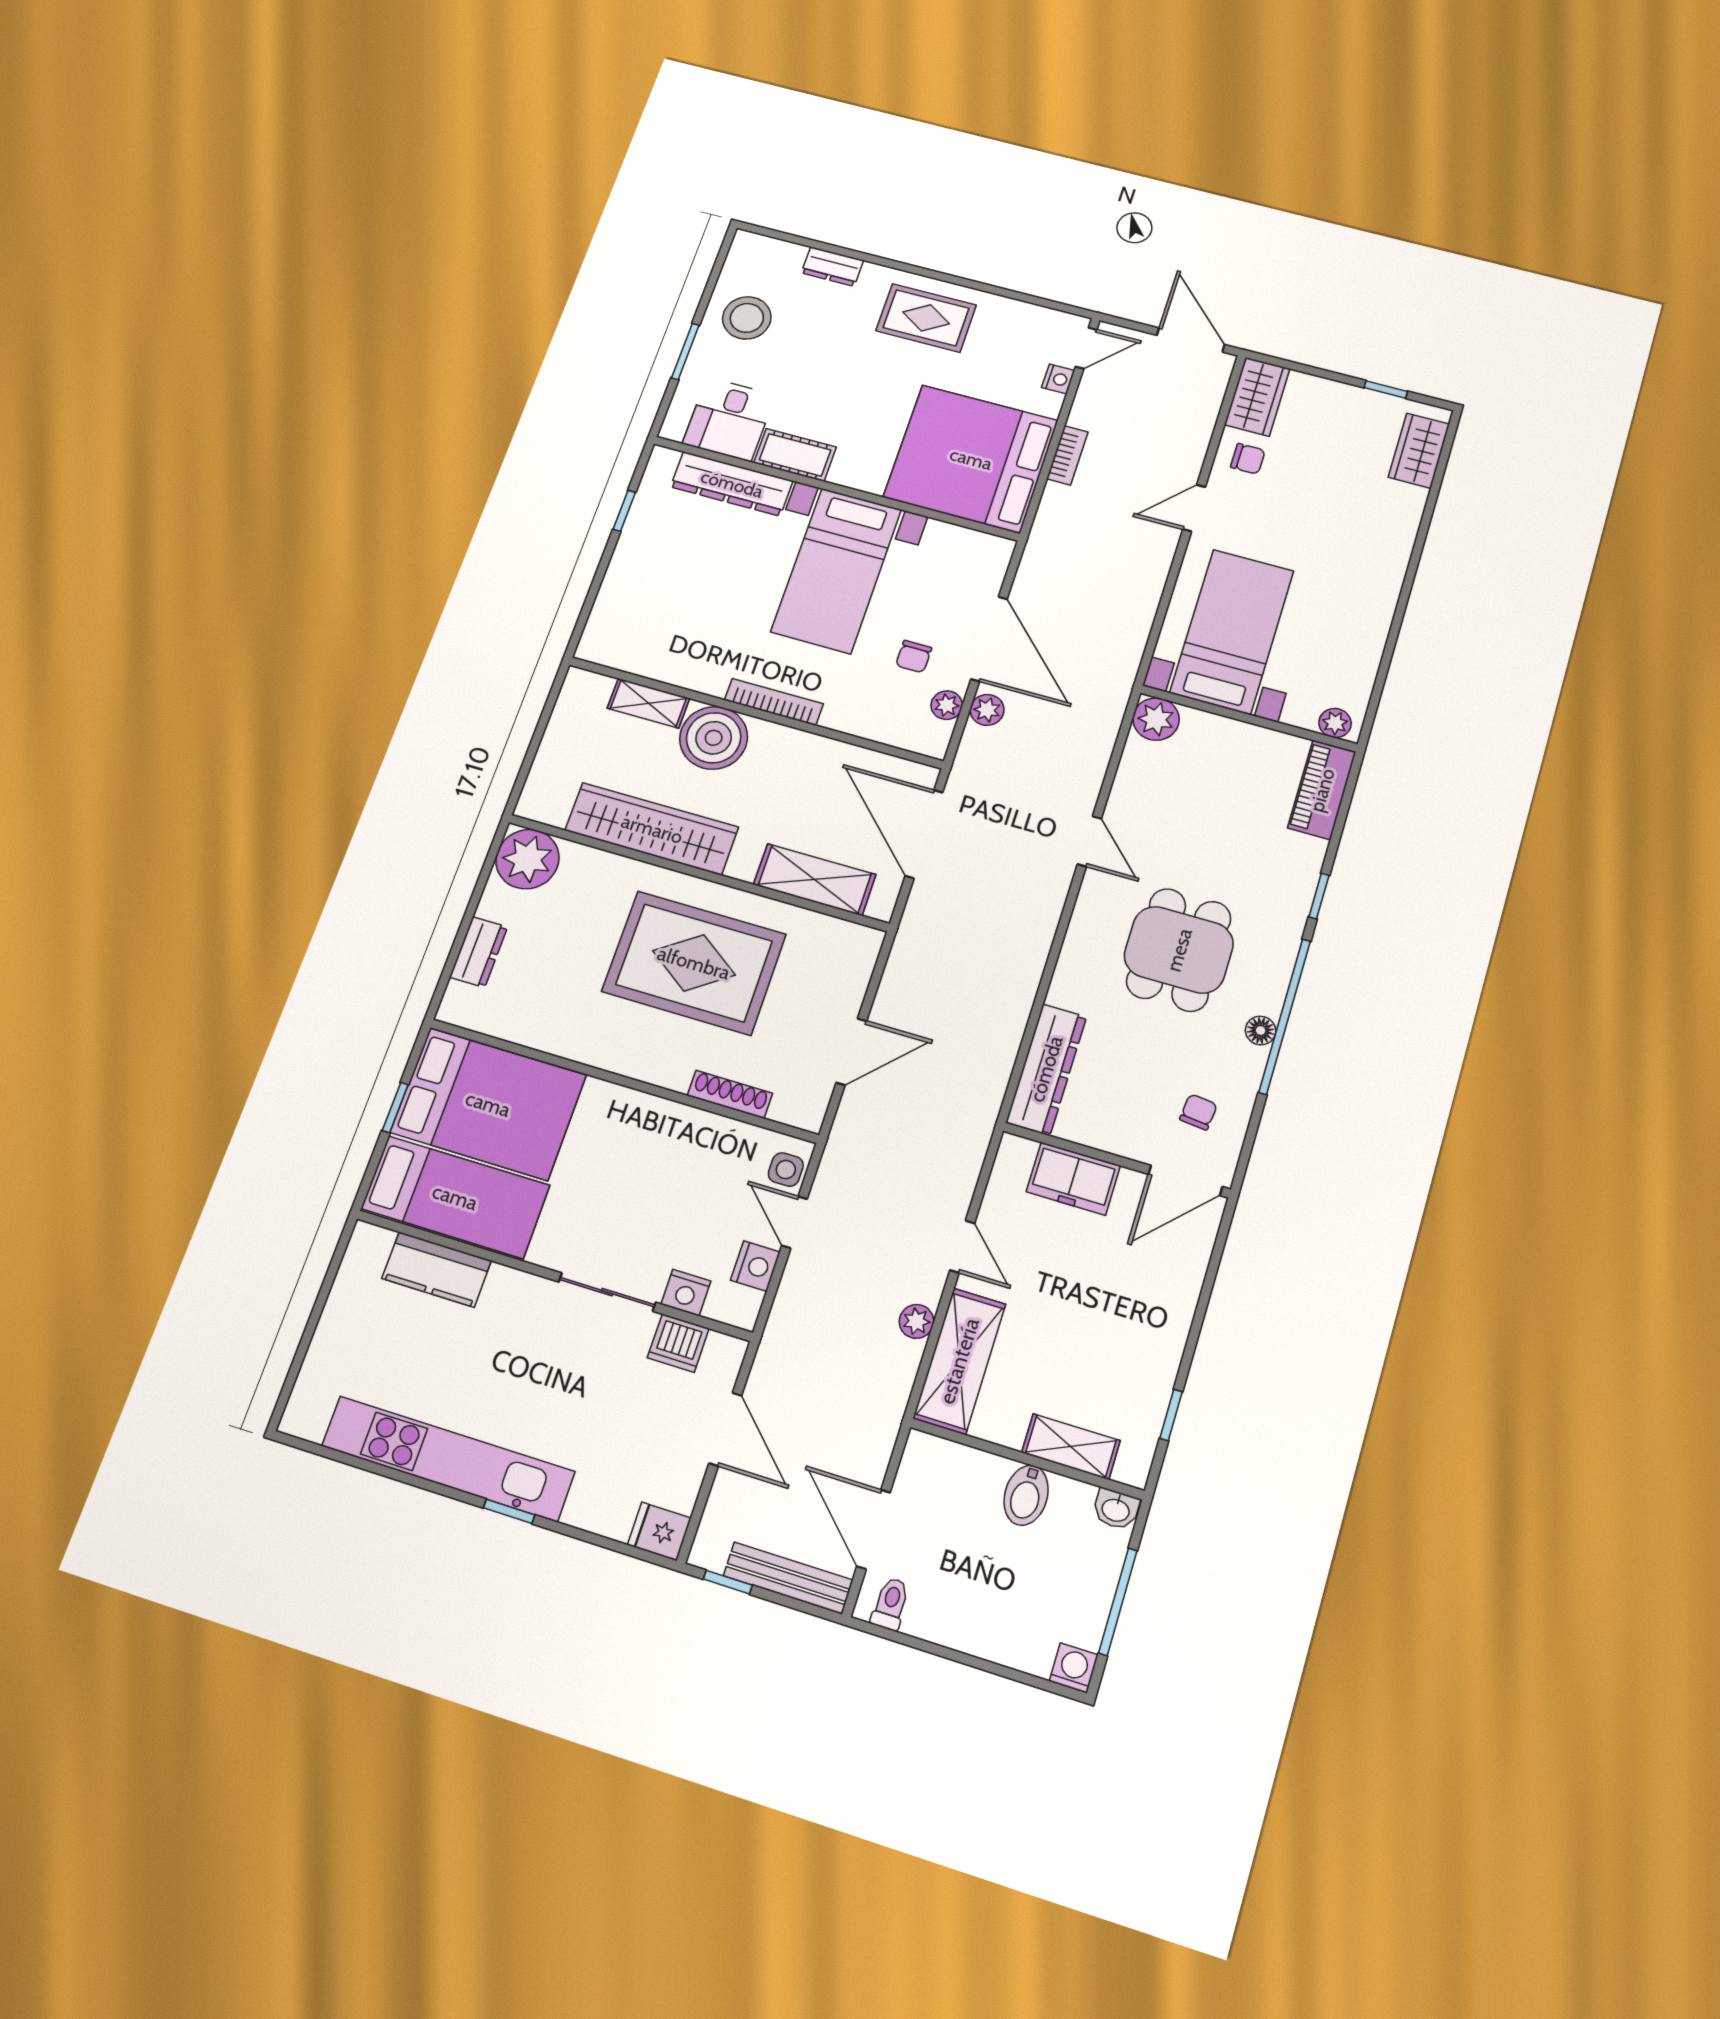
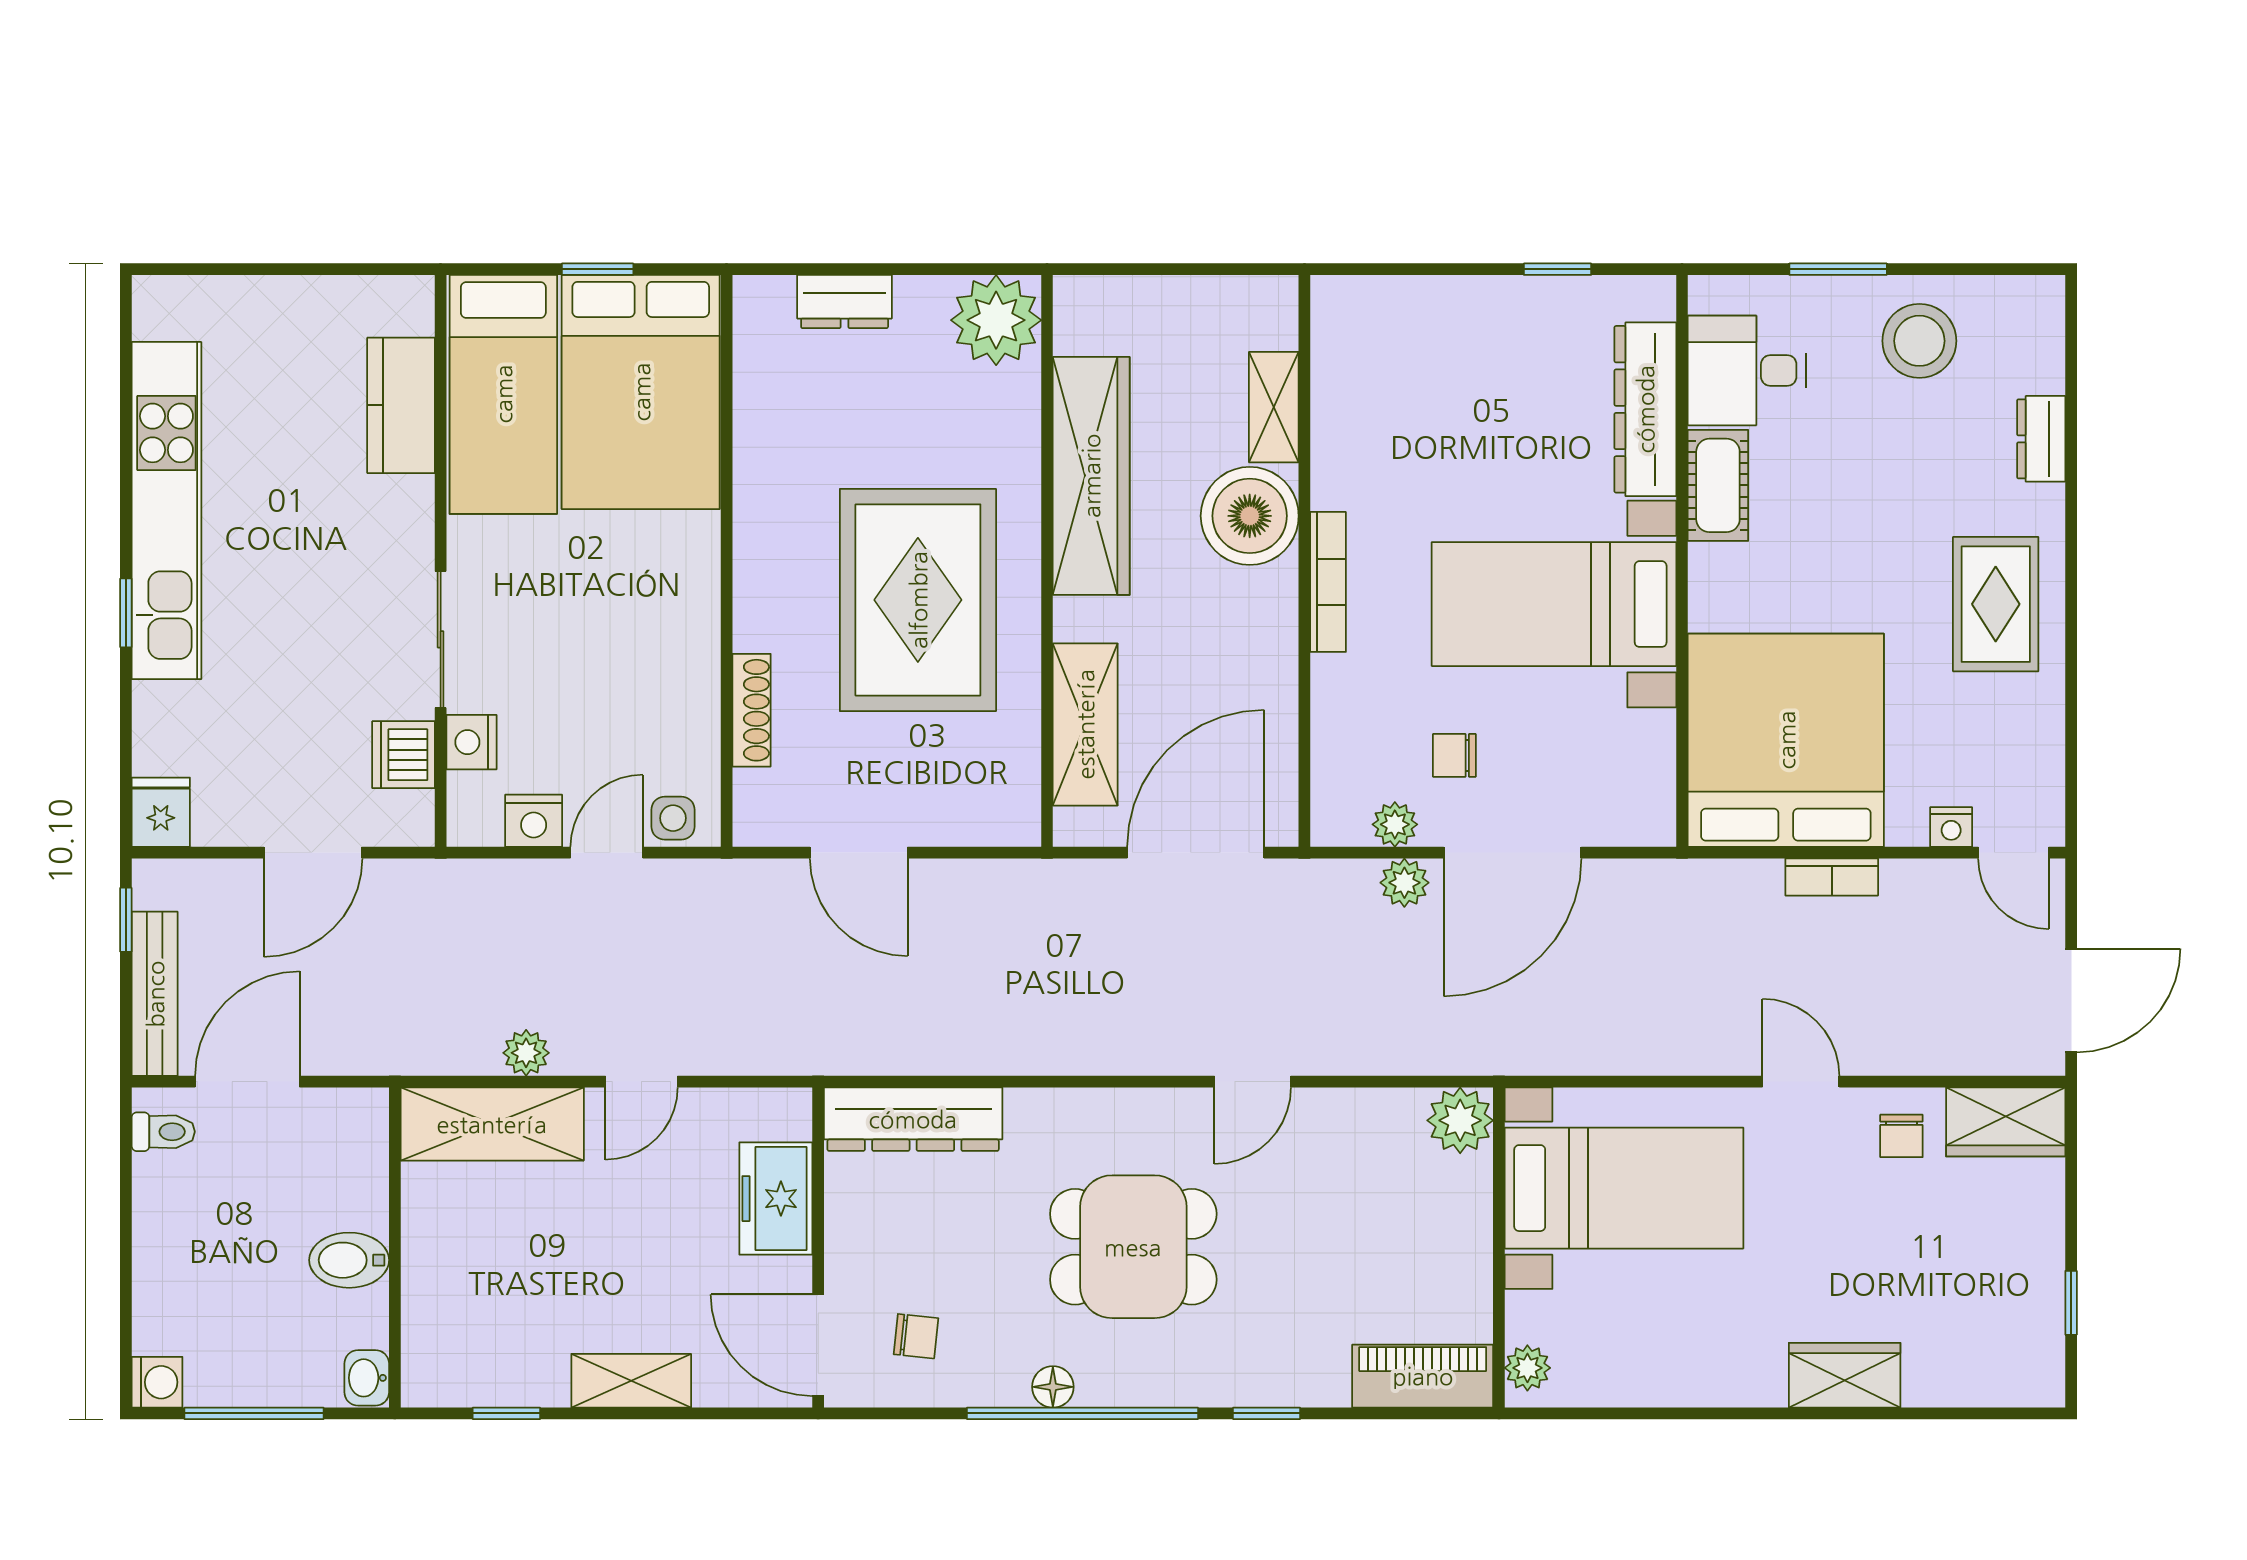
wardrobe: (1419, 451) -> (1845, 1375), moved
shelving: (1071, 1447) -> (631, 1381), moved, turned 90

